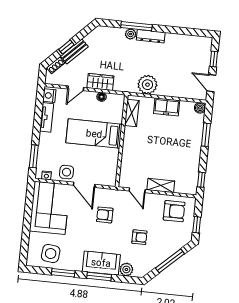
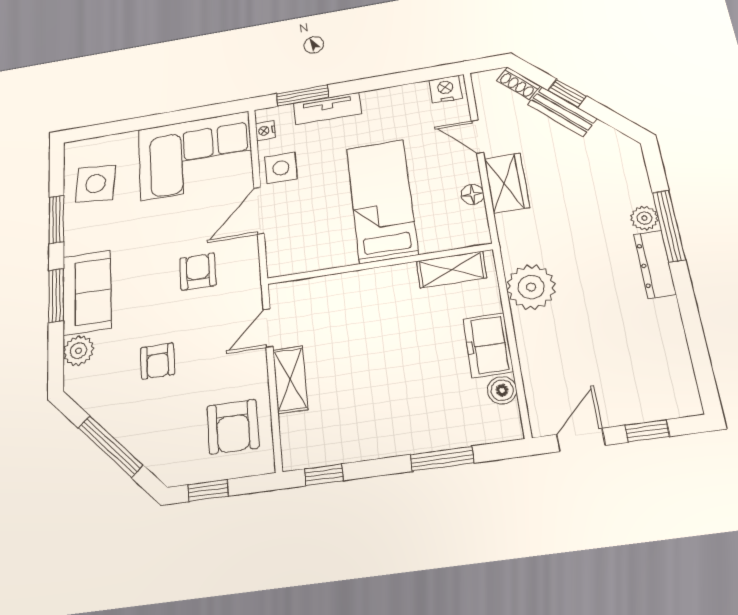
boiler: (200, 108) -> (502, 390), moved
tv unit: (47, 117) -> (327, 108), moved

